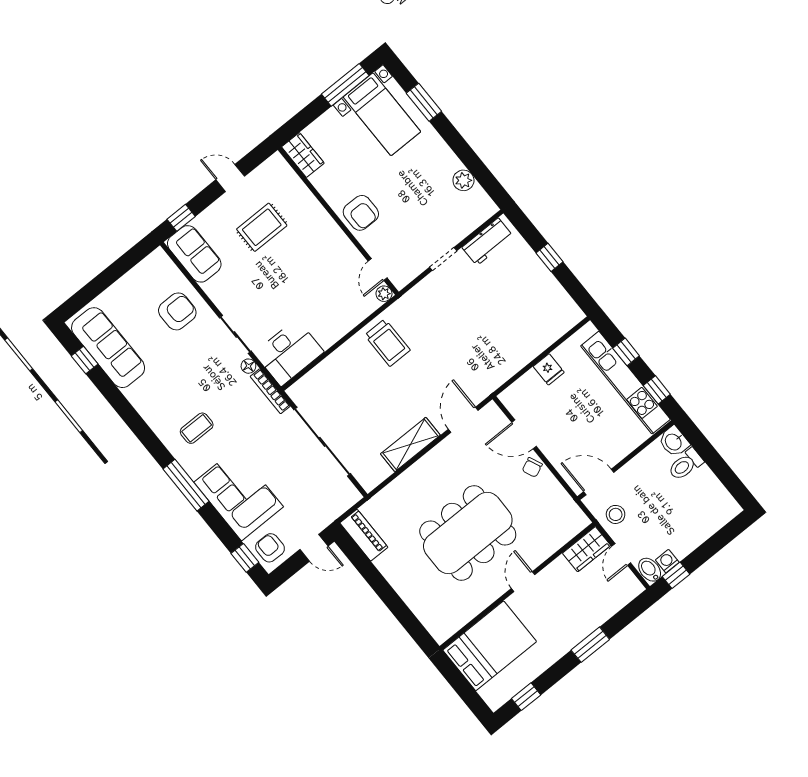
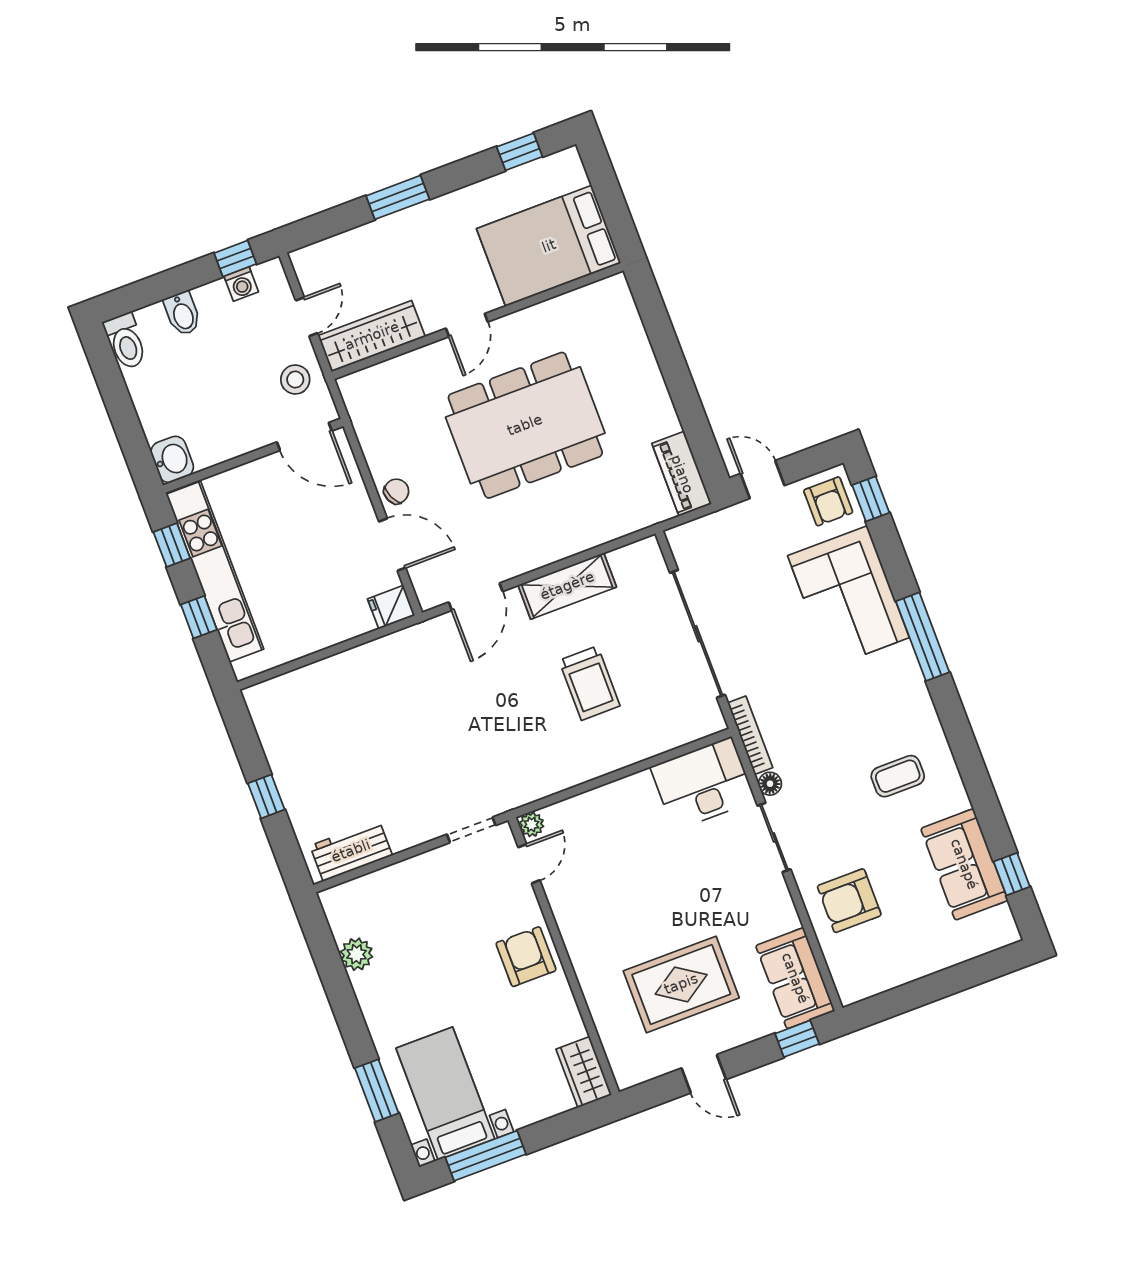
rug: (262, 227) -> (681, 984), width x1.36, depth x1.43
doorway: (443, 259) -> (471, 830), moved
trolley: (387, 343) -> (589, 683), moved, turned 180
sofa: (108, 348) -> (964, 864), width x0.73
fridge: (549, 369) -> (391, 607), moved, turned -90
coffee table: (197, 428) -> (898, 776), moved
toilet: (686, 465) -> (126, 341), moved, turned 90
wardrobe: (587, 549) -> (372, 336), width x1.50
bidet: (650, 570) -> (182, 314), moved

